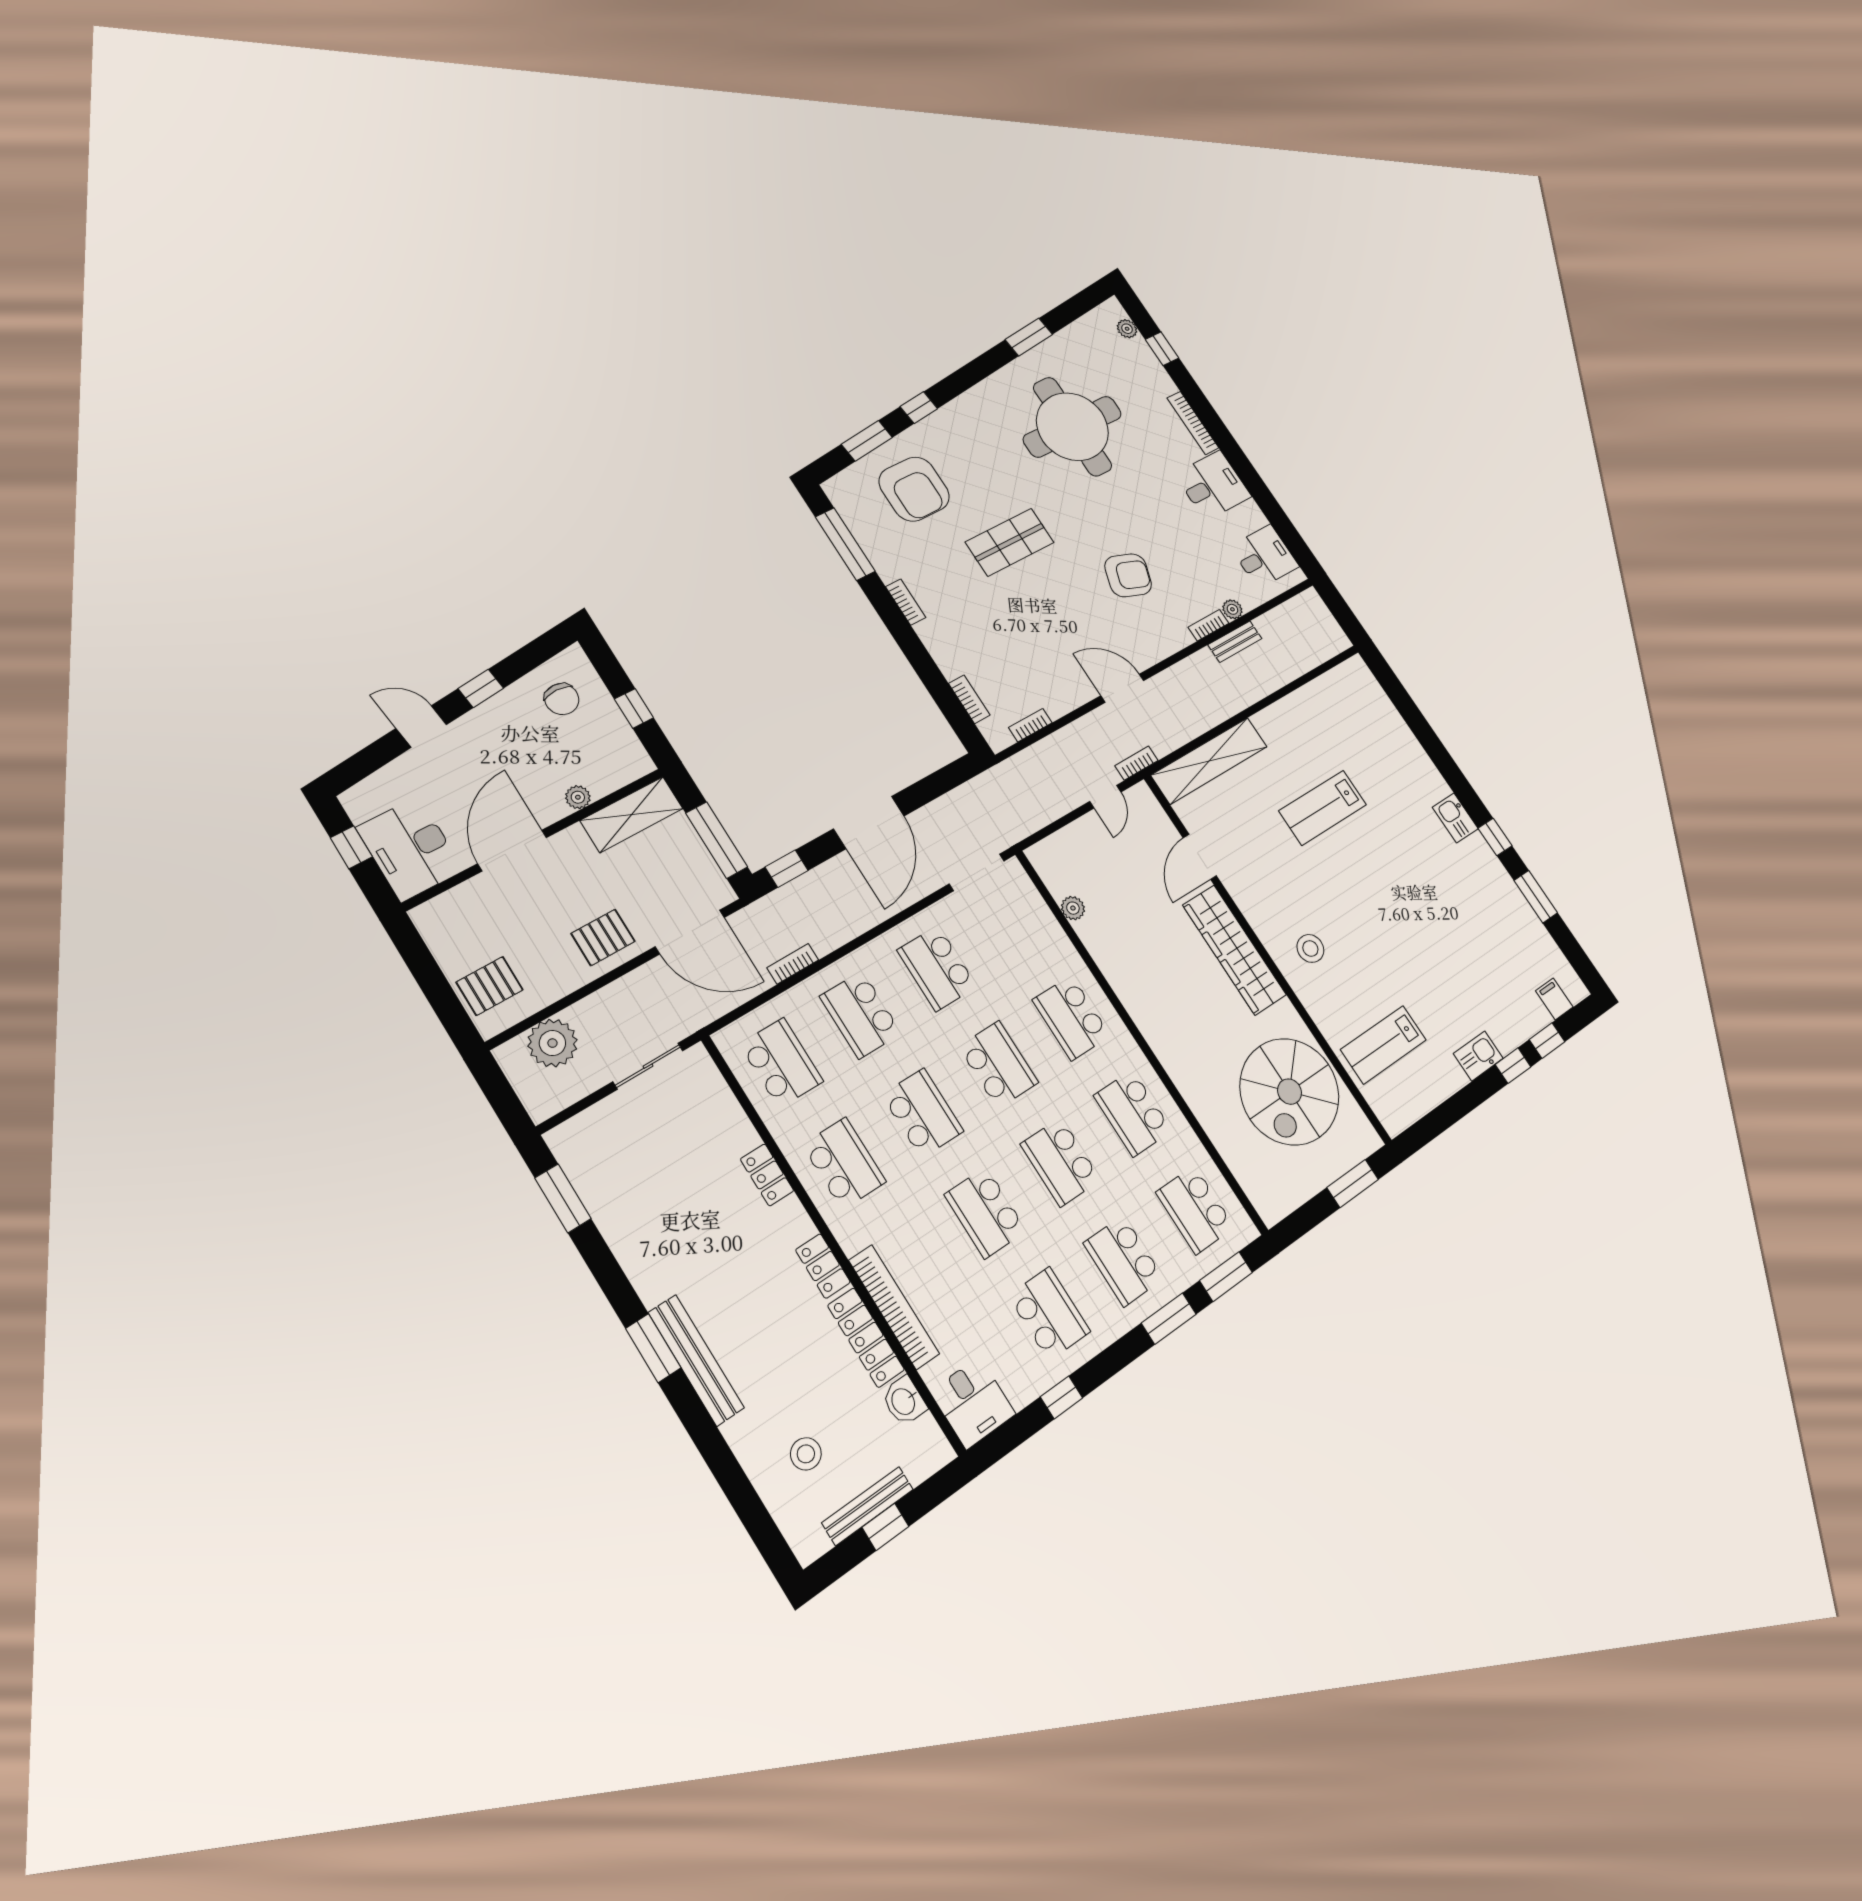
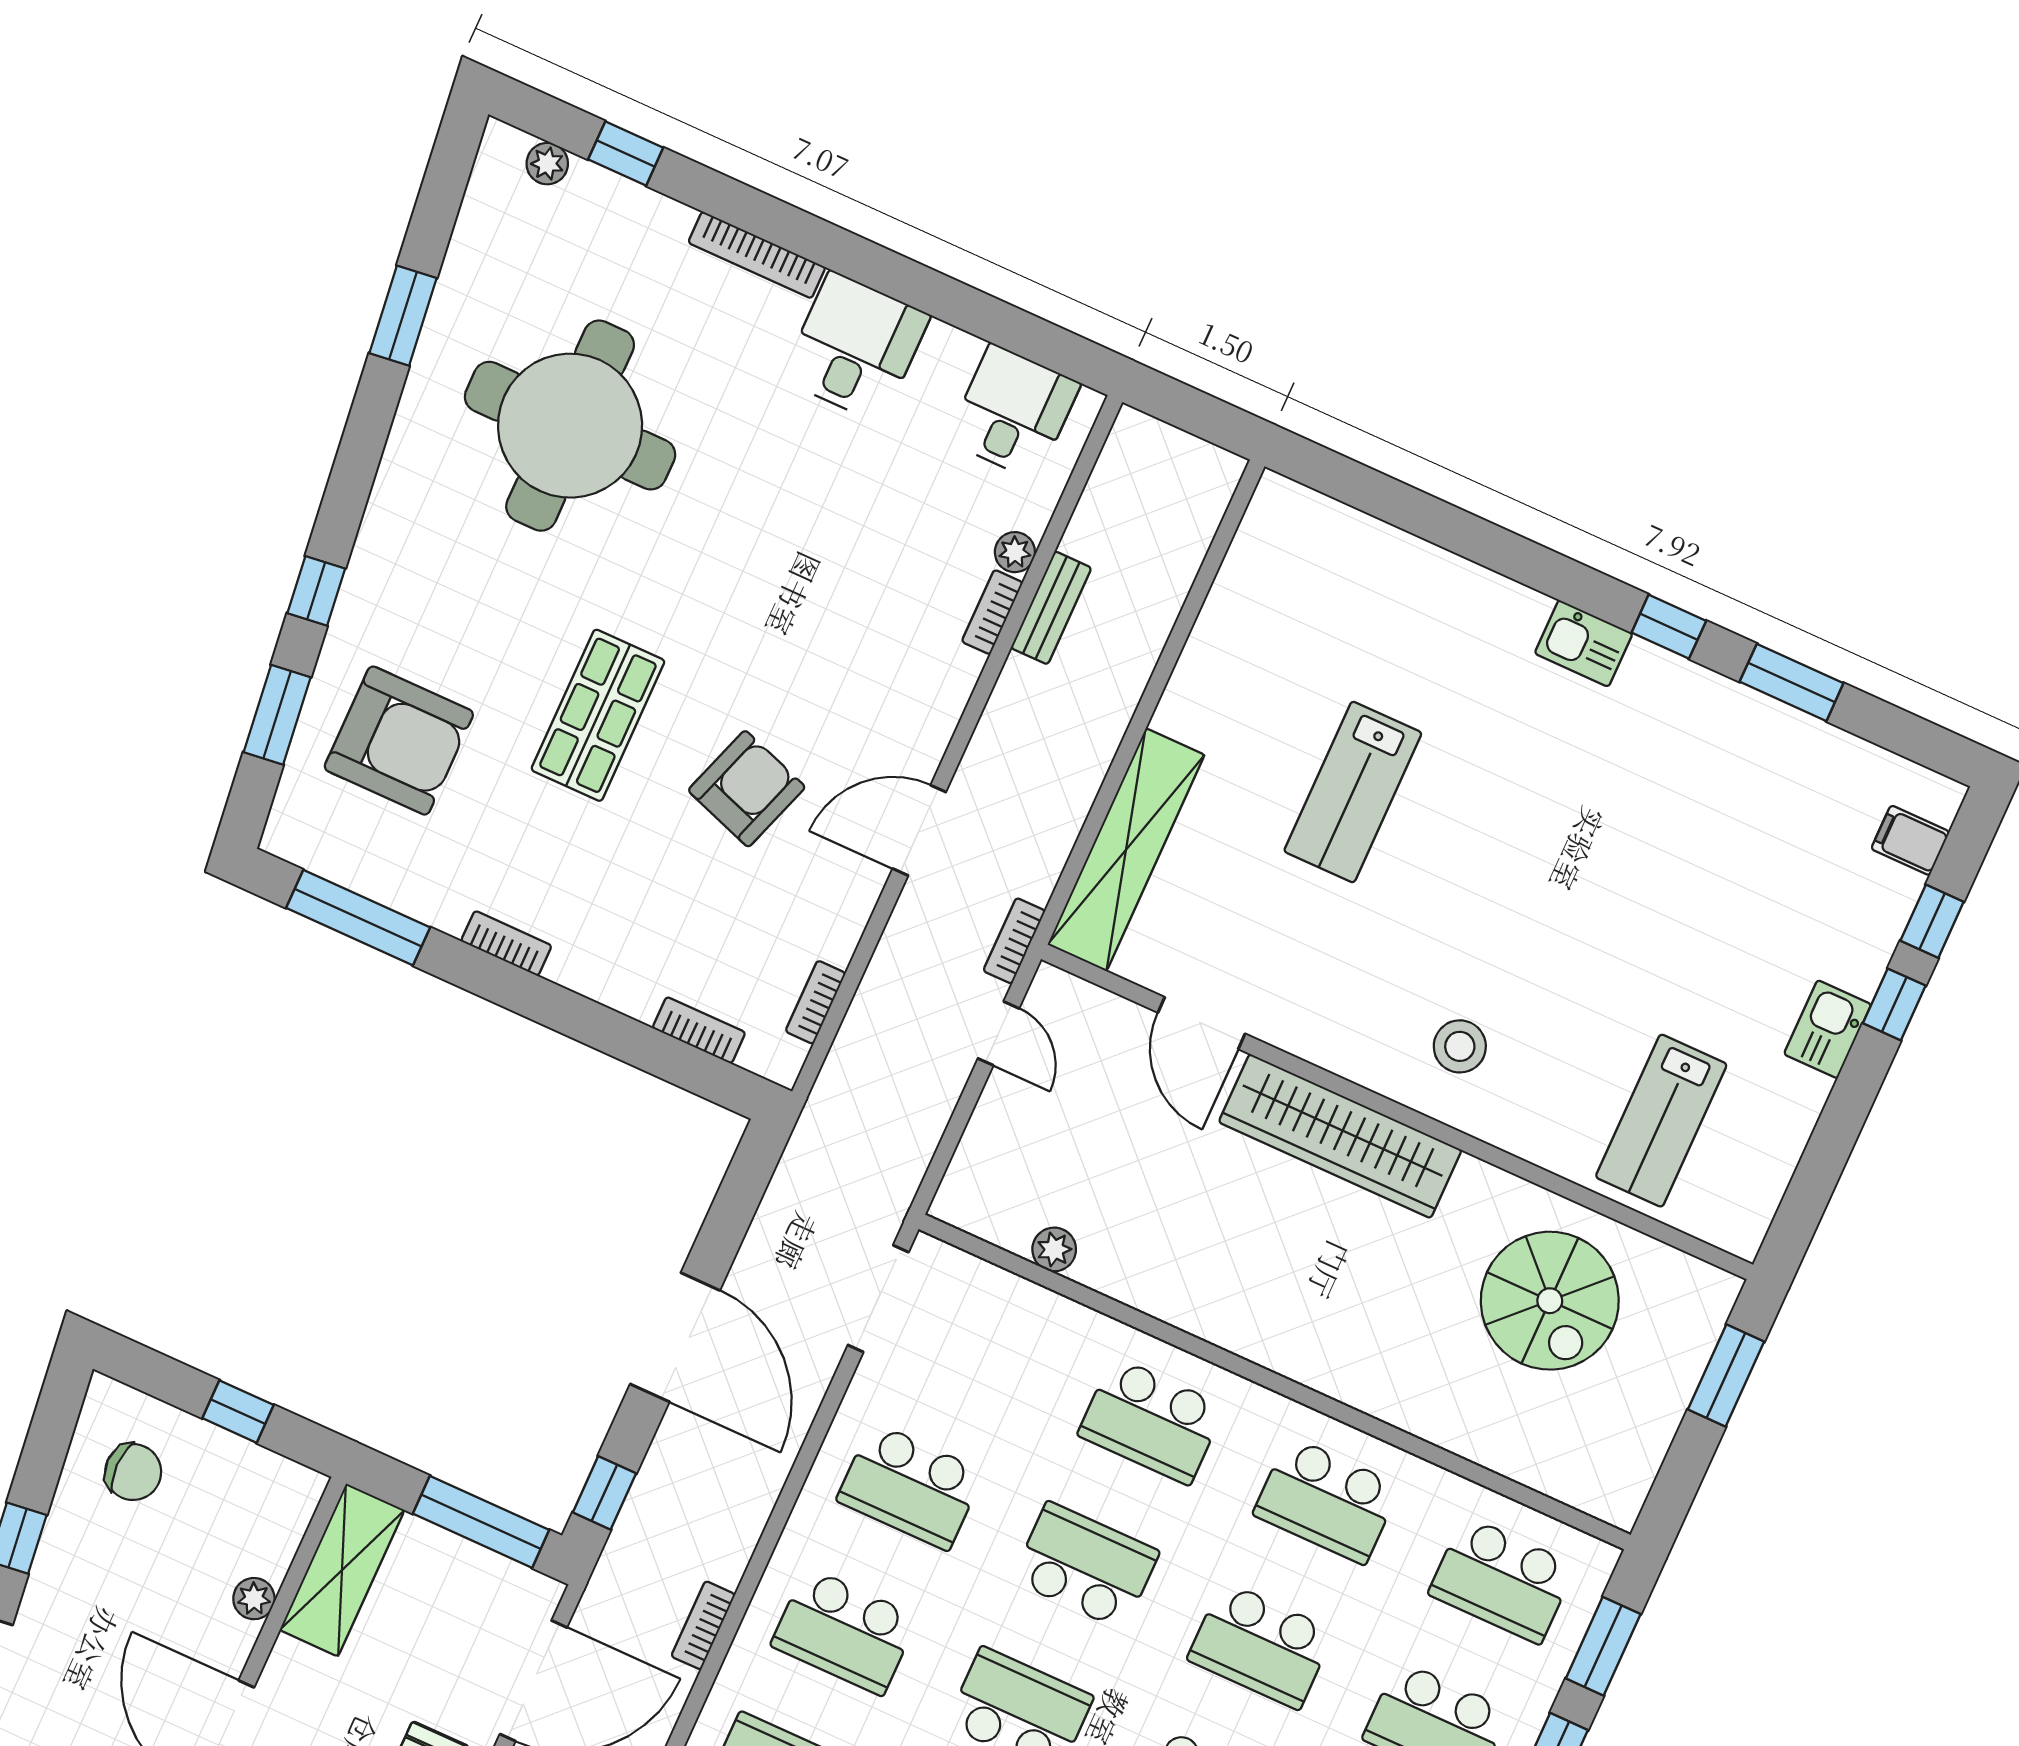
armchair: (1128, 575) -> (747, 789), moved
spiral stairs: (1290, 1092) -> (1550, 1301), width x0.73, depth x0.73

